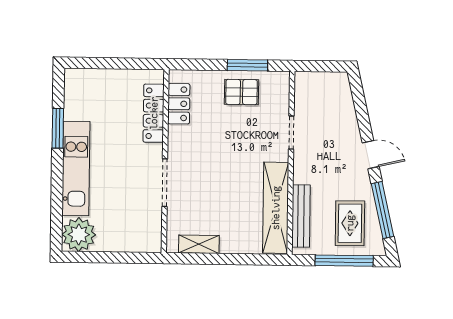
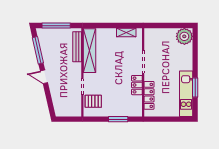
window: (247, 65) -> (118, 119), moved
pallet: (241, 92) -> (93, 101), moved
locker: (179, 104) -> (137, 85), moved
kitchen unit: (76, 168) -> (186, 94), moved
rug: (350, 223) -> (54, 44), removed

